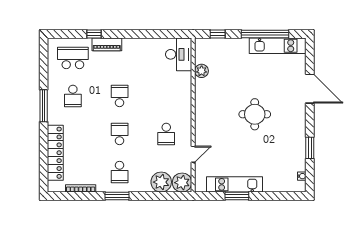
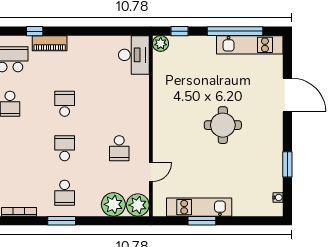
plant: (202, 71) -> (161, 43), moved

